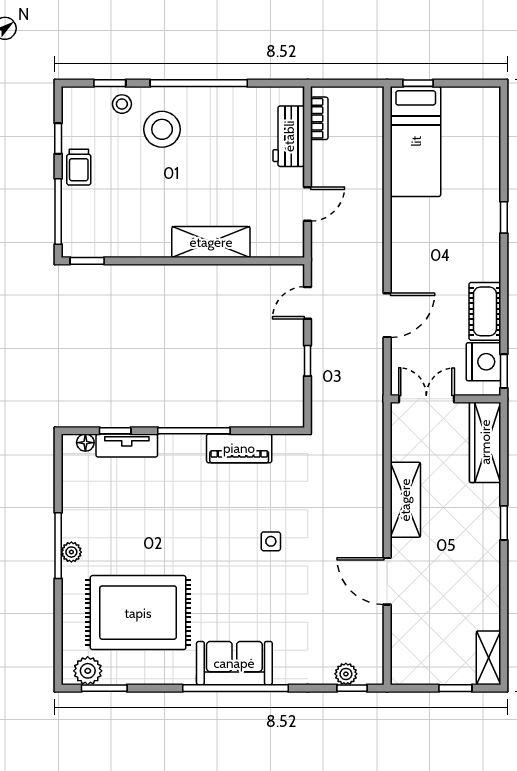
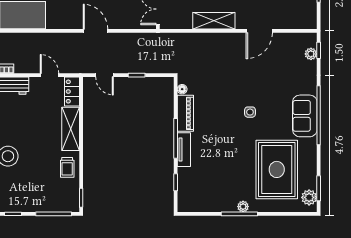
trolley: (79, 167) -> (67, 167), moved, turned 90
locker: (278, 244) -> (72, 92), added
door: (387, 315) -> (96, 31), moved
floor lamp: (85, 443) -> (182, 89), moved
tv unit: (127, 446) -> (184, 150), moved
side table: (271, 541) -> (250, 112), moved

